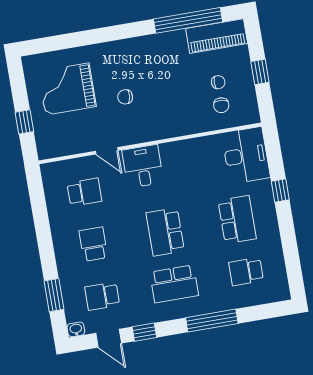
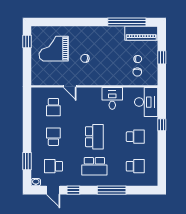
window: (24, 122) -> (27, 41), moved
desk: (143, 166) -> (112, 98), moved
school desk: (84, 192) -> (53, 107), turned 90
school desk: (237, 220) -> (135, 137), width x0.54
school desk: (165, 232) -> (94, 137), turned 180
school desk: (246, 272) -> (135, 166), turned 180

